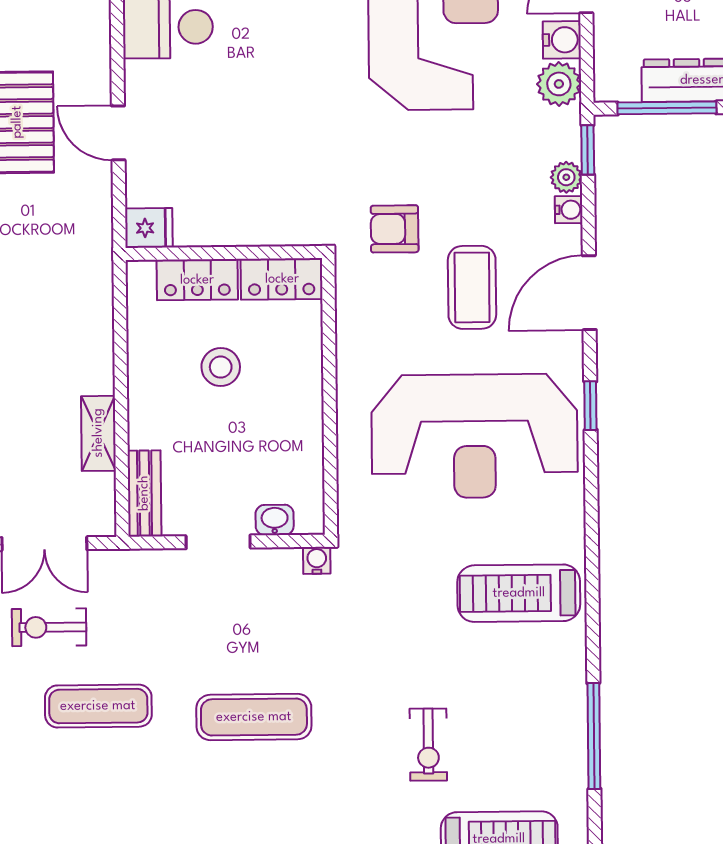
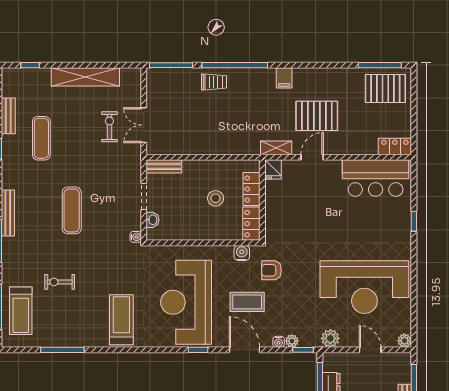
water cooler: (562, 40) -> (242, 253), moved, turned 180
armchair: (395, 229) -> (271, 270), turned -90
shelving: (98, 433) -> (276, 148), moved
exercise mat: (98, 706) -> (41, 138), moved

